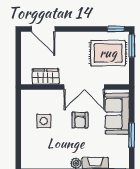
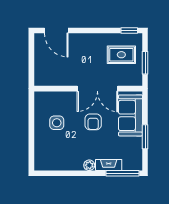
window: (132, 46) -> (145, 63), moved
rug: (108, 53) -> (121, 55), width x0.73, depth x0.70
wardrobe: (46, 77) -> (59, 78), removed

